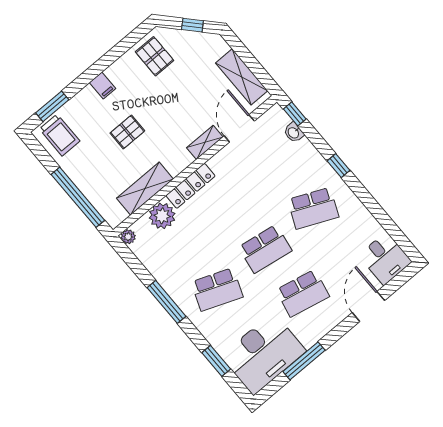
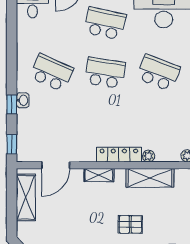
washbasin: (294, 133) -> (23, 100), moved
shelving: (205, 142) -> (99, 175), moved
window: (338, 166) -> (12, 105), moved
plant: (162, 216) -> (149, 156), width x0.53, depth x0.53

